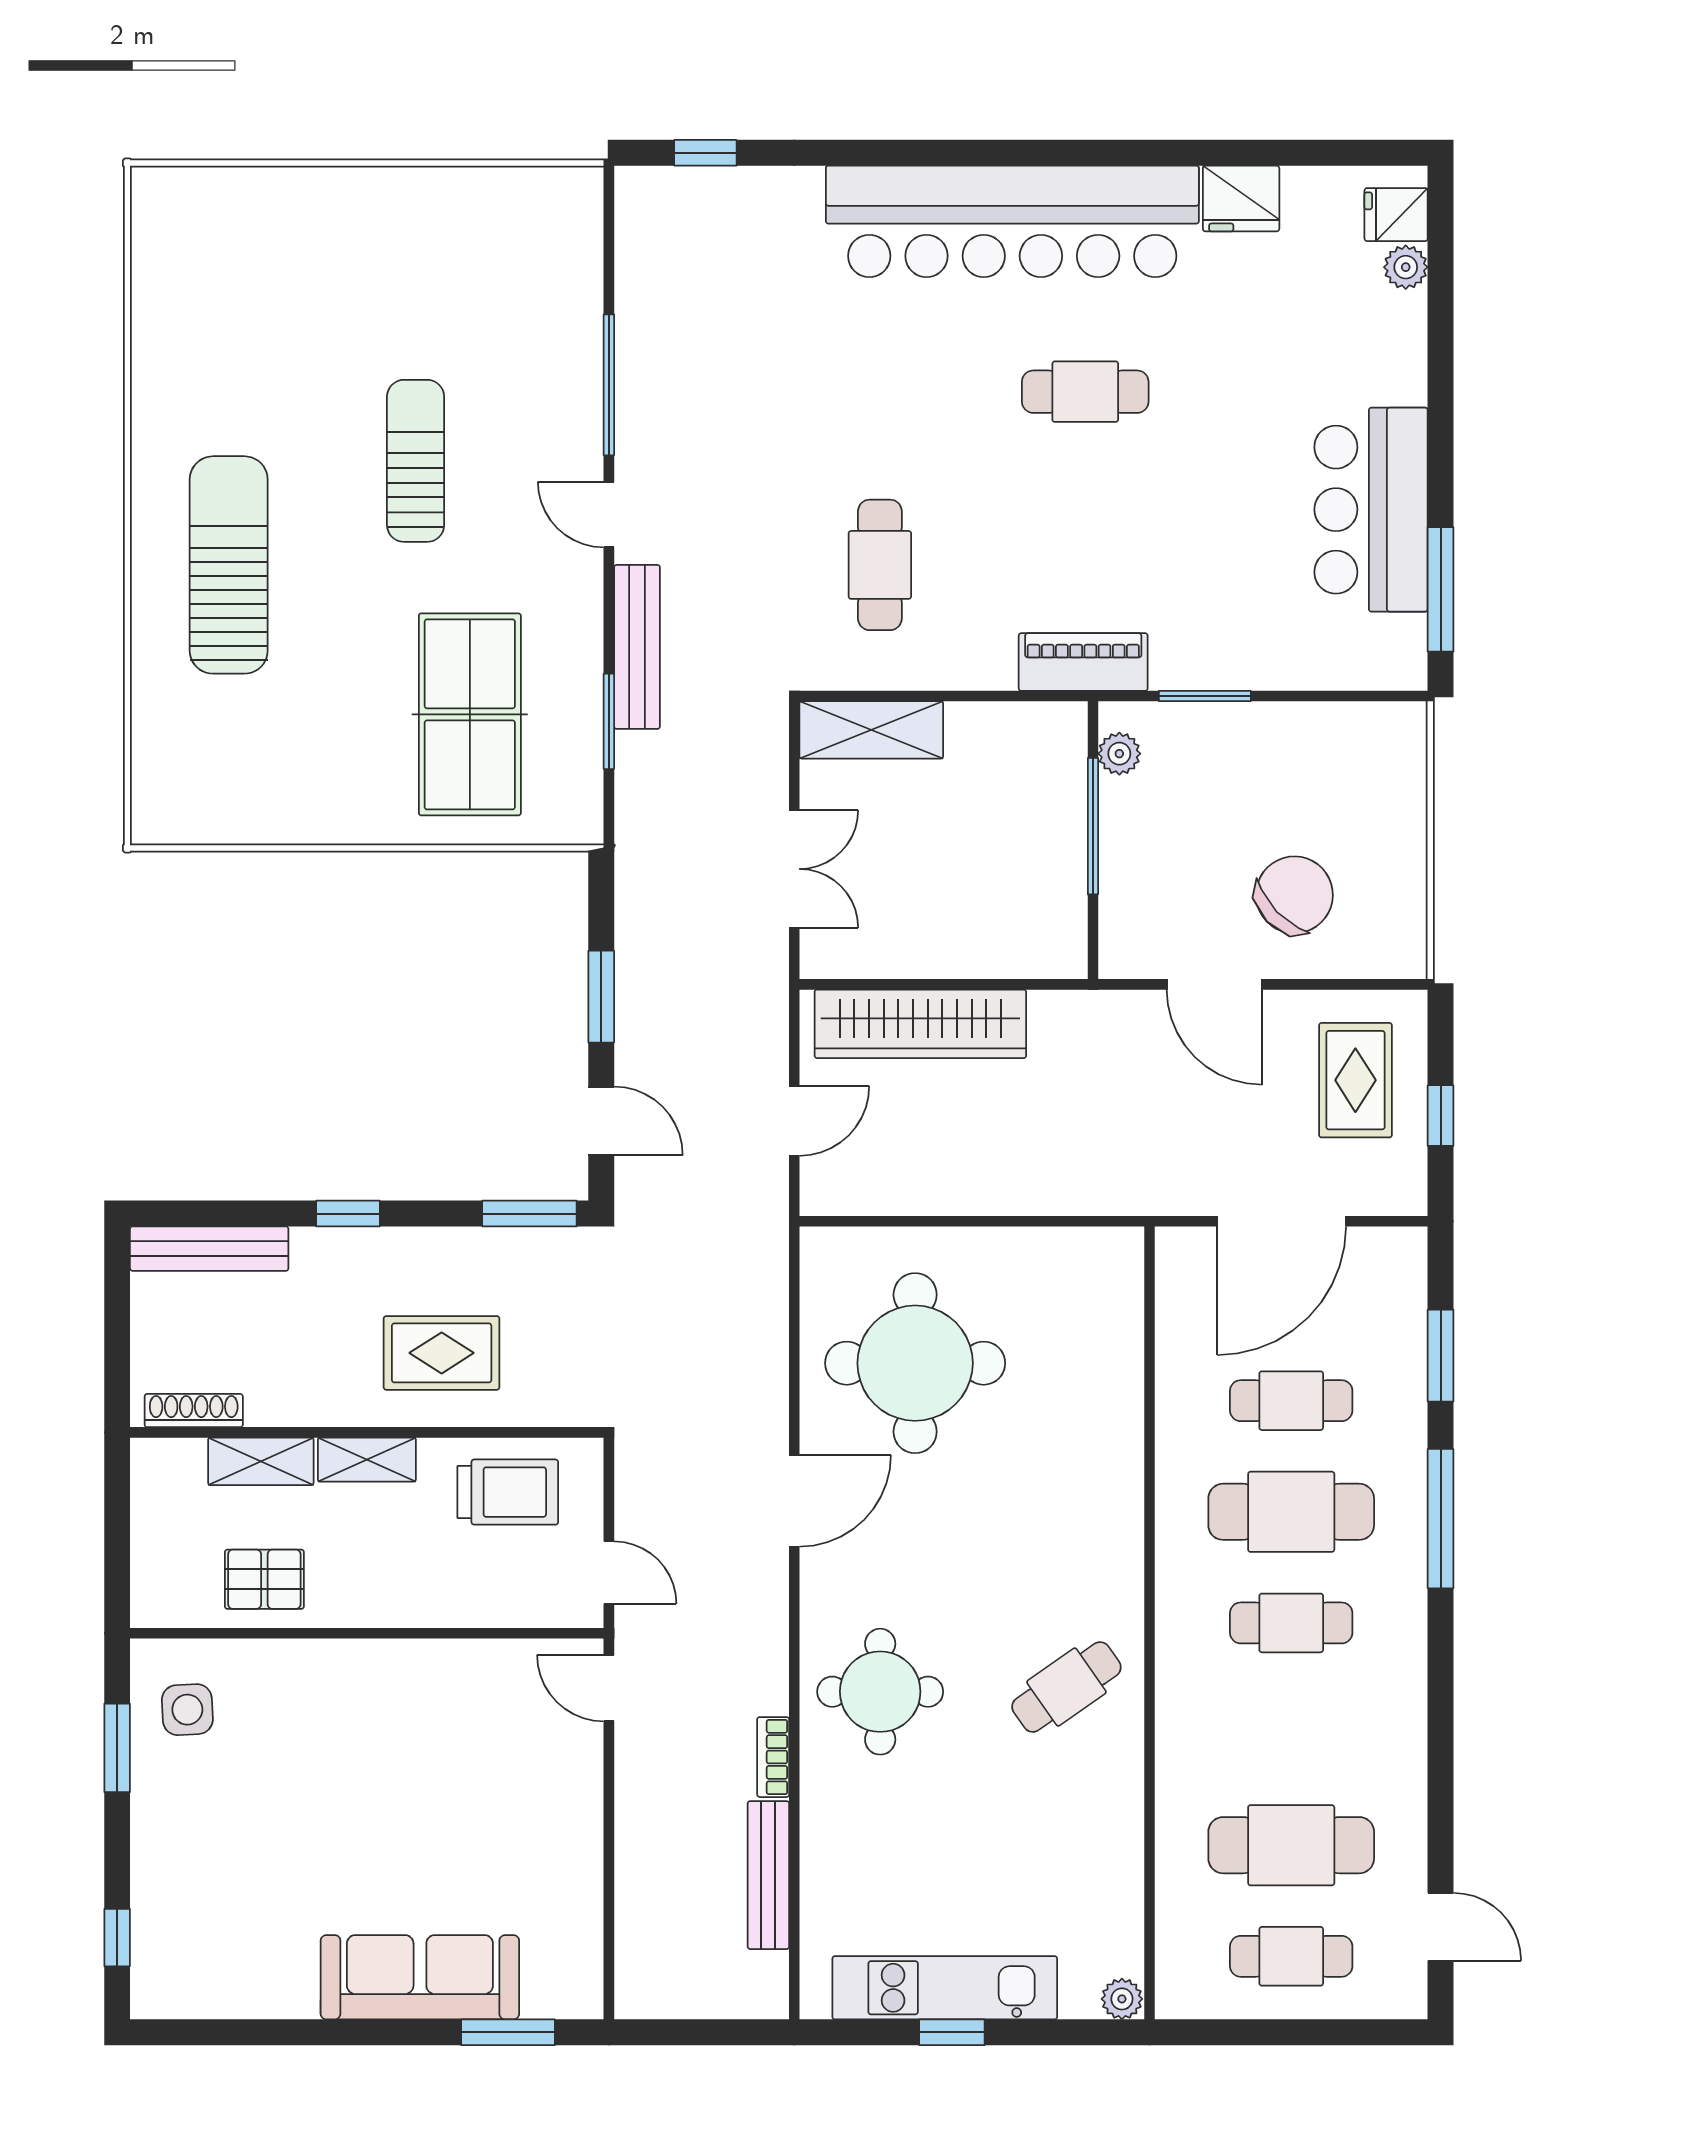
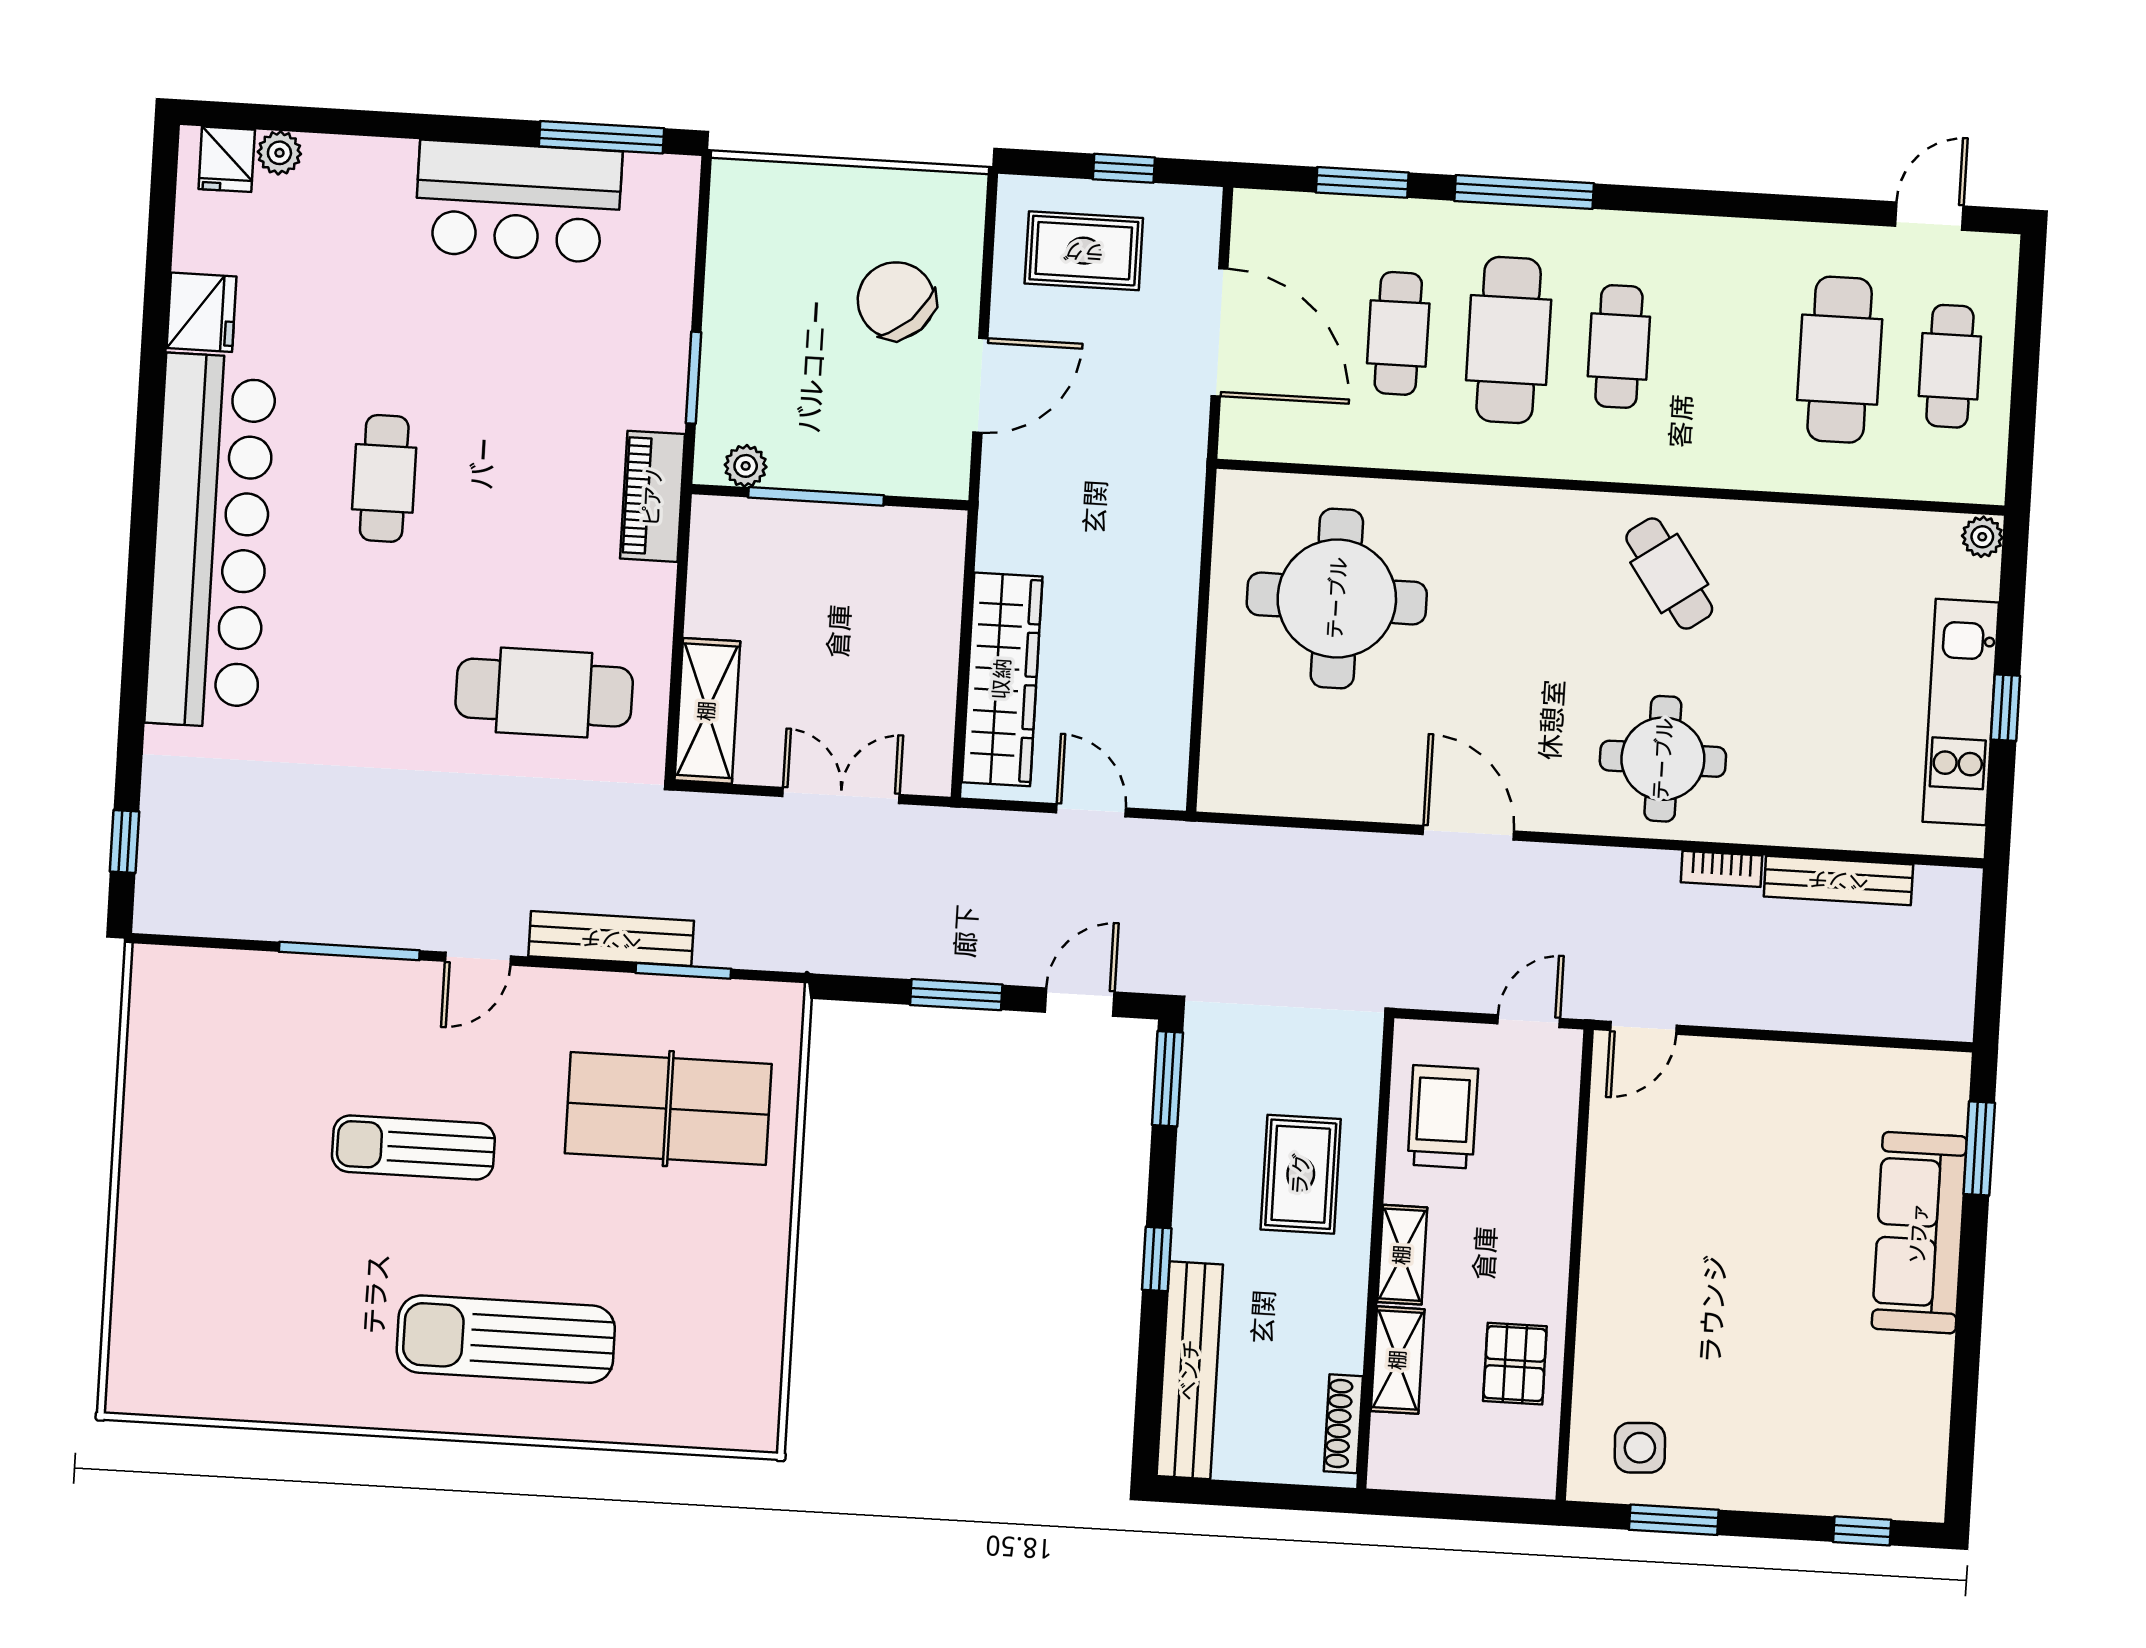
cafe table: (880, 565) -> (544, 693), width x1.37, depth x1.35
bench: (209, 1249) -> (1190, 1370), width x1.37, depth x1.21
round table: (915, 1363) -> (1337, 598), moved

